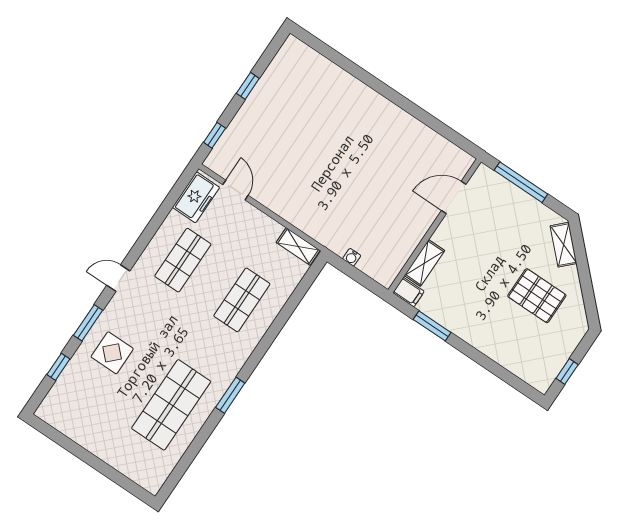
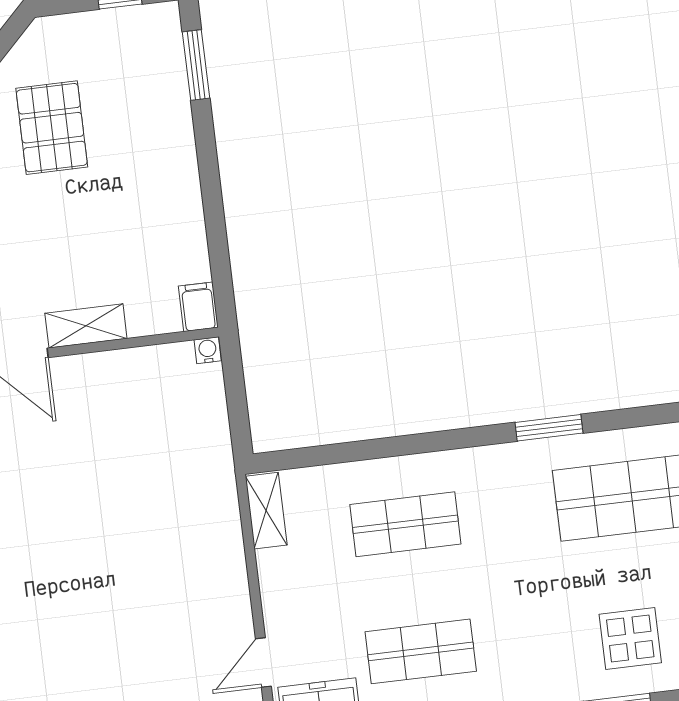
water cooler: (352, 257) -> (208, 350), moved, turned -90
shelving: (424, 263) -> (86, 326), moved
window: (432, 326) -> (196, 65), moved

